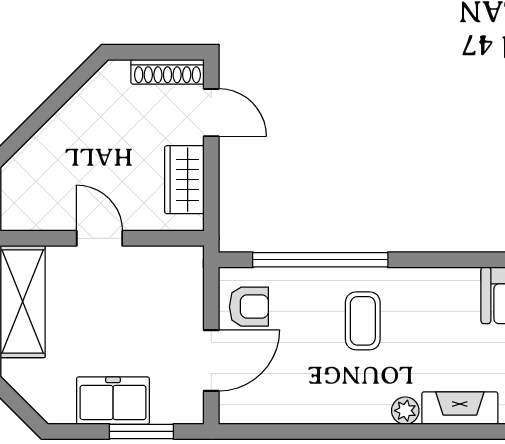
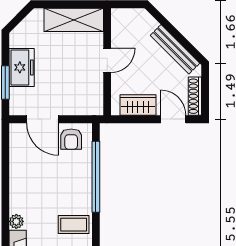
bench: (78, 109) -> (175, 49), added
door: (211, 113) -> (173, 119), swing flipped
coffee table: (363, 321) -> (74, 225), moved

